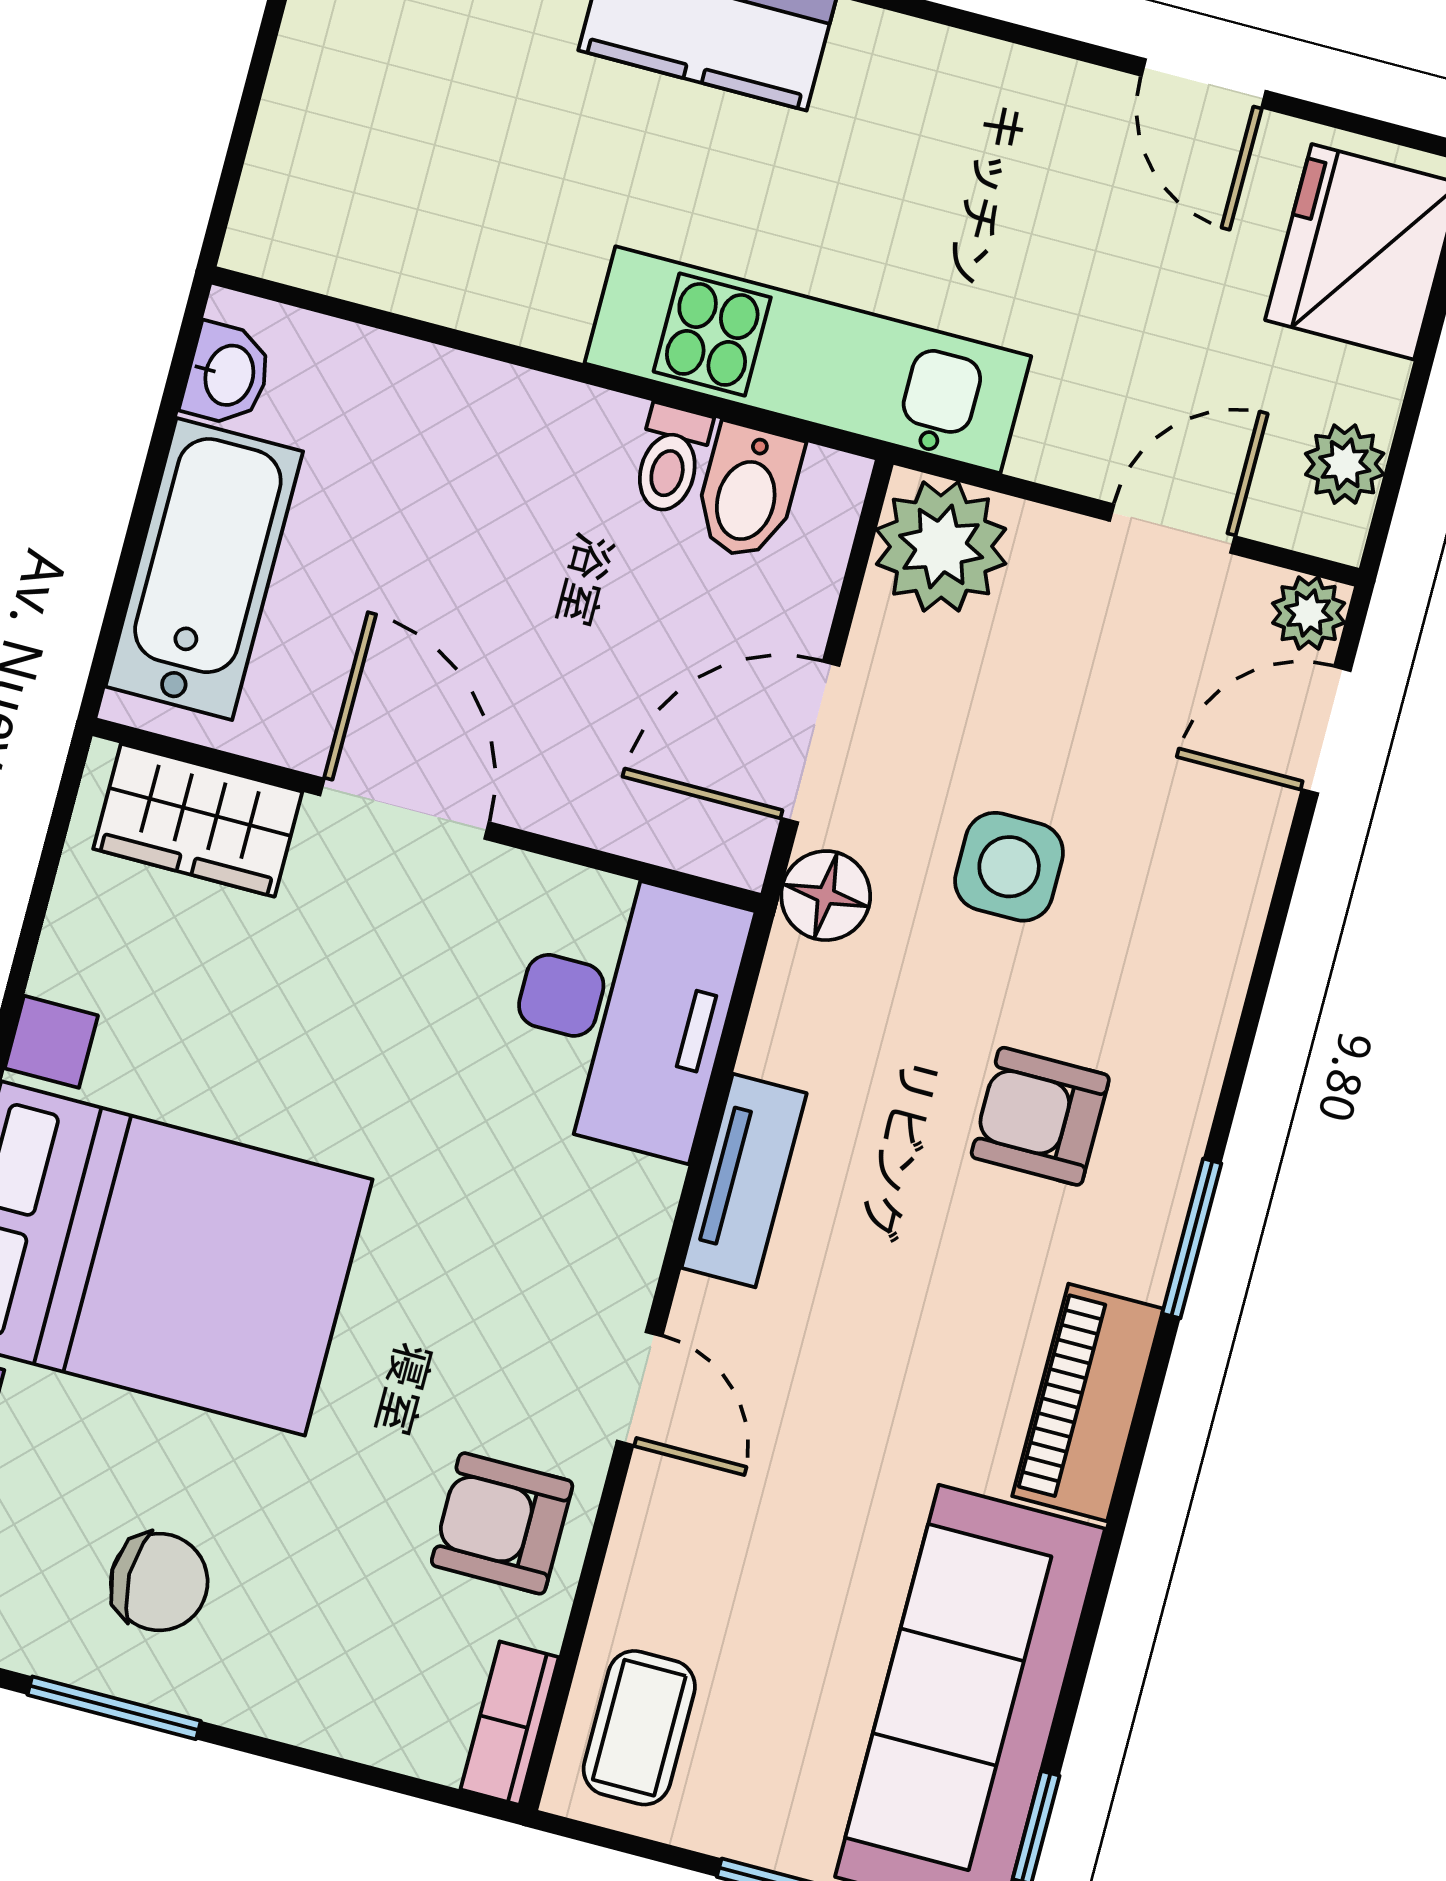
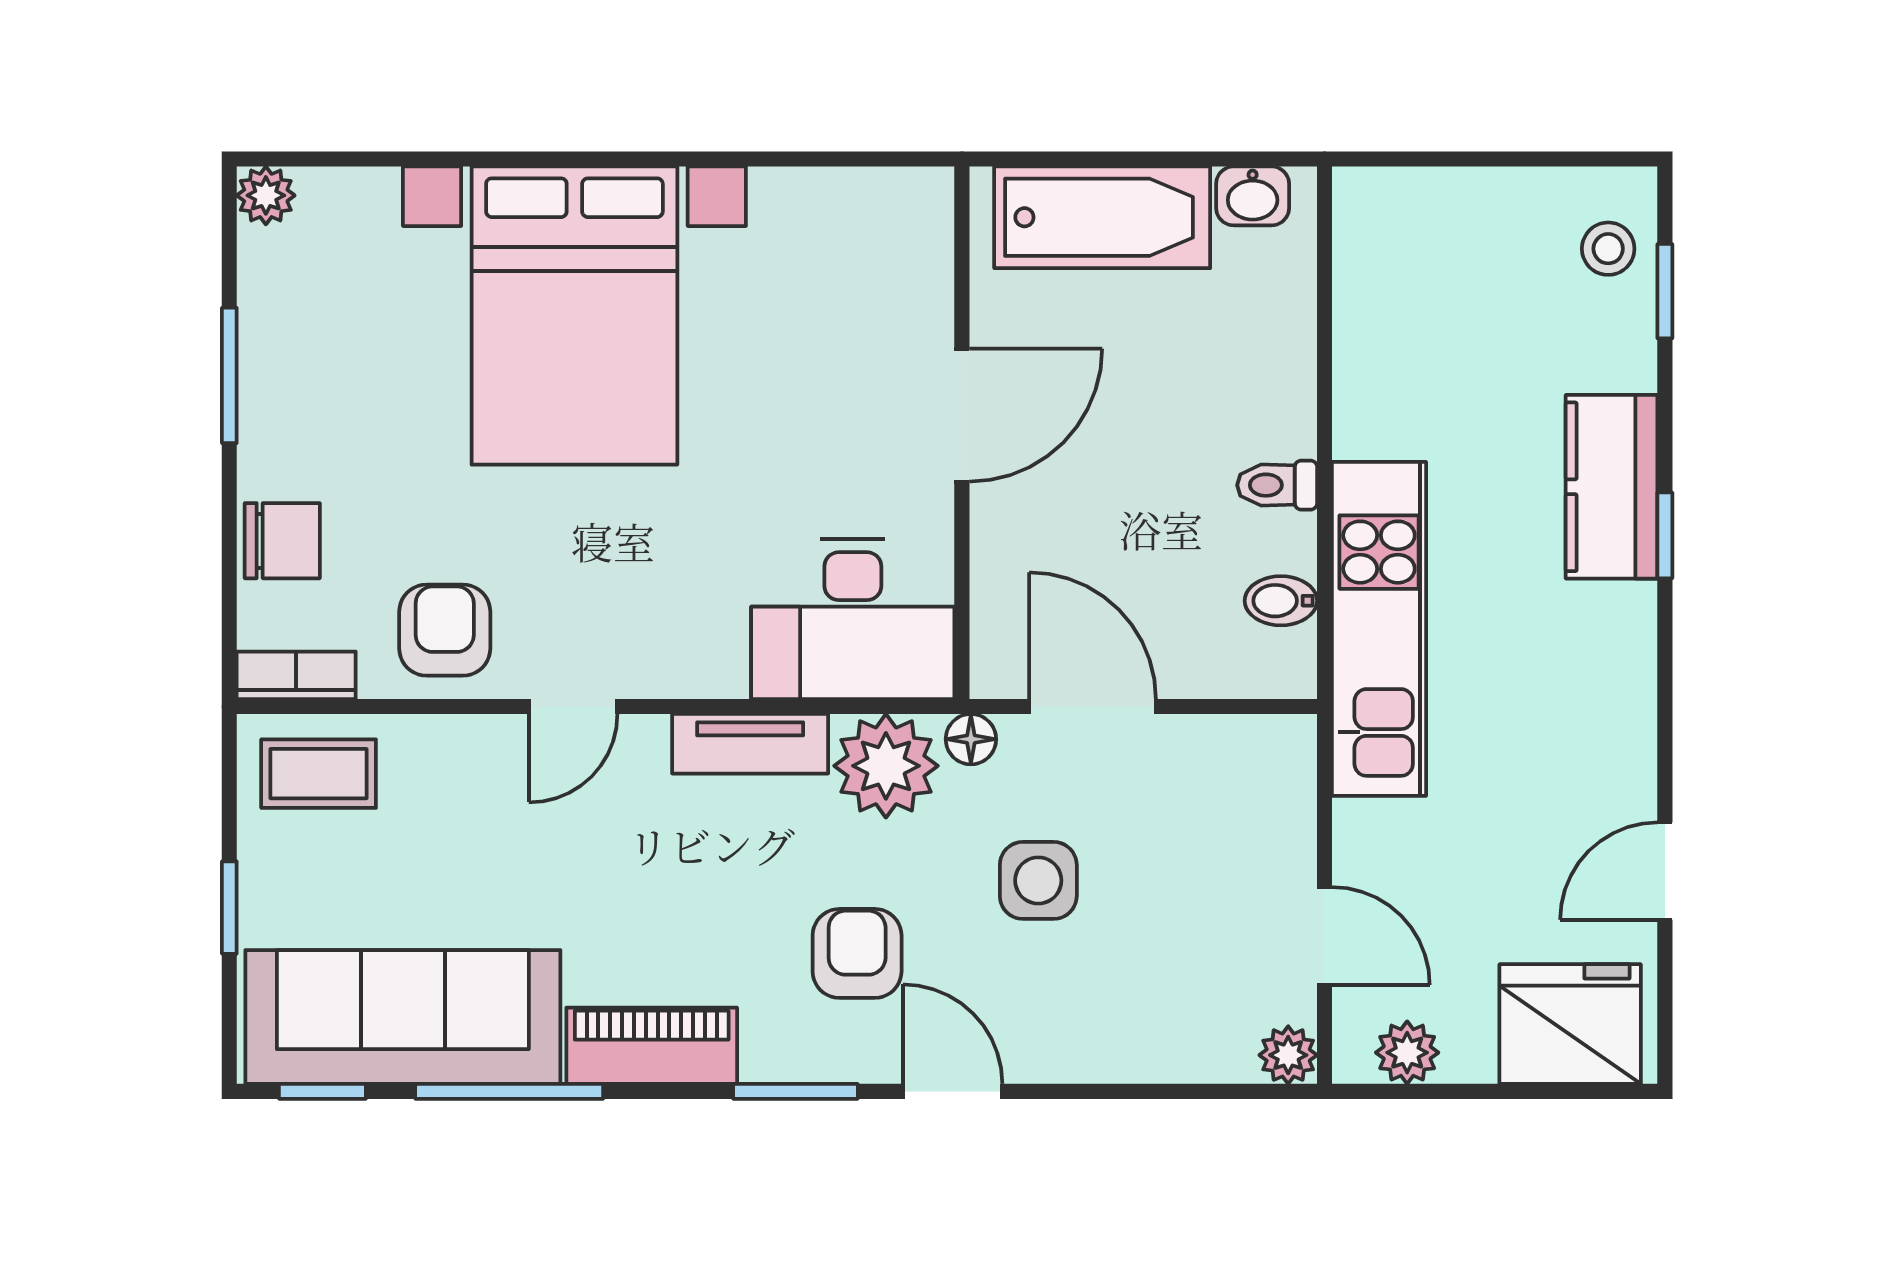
toilet: (671, 459) -> (1277, 485), moved
bidet: (748, 492) -> (1281, 601), width x0.72, depth x0.74
plant: (941, 546) -> (886, 766), moved
door: (1326, 730) -> (953, 1091), moved
wardrobe: (198, 820) -> (912, 262), removed
floor lamp: (826, 896) -> (971, 739), width x0.73, depth x0.73
chair: (159, 1582) -> (282, 541), moved, turned -90
window: (1098, 1595) -> (509, 1091), added

